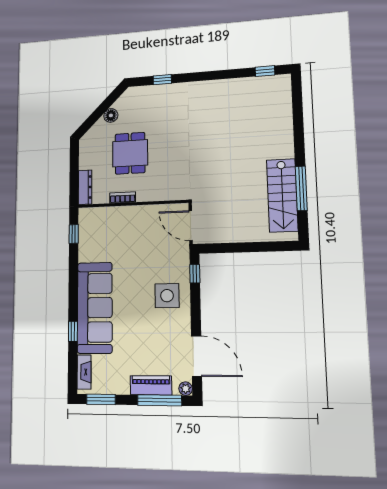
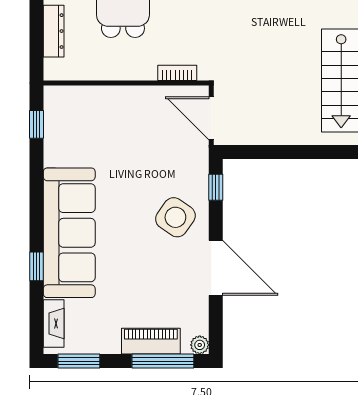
dresser: (85, 187) -> (54, 31), moved
bookcase: (123, 198) -> (177, 73), moved
side table: (167, 296) -> (175, 217), turned 35
door: (197, 356) -> (216, 268), moved

